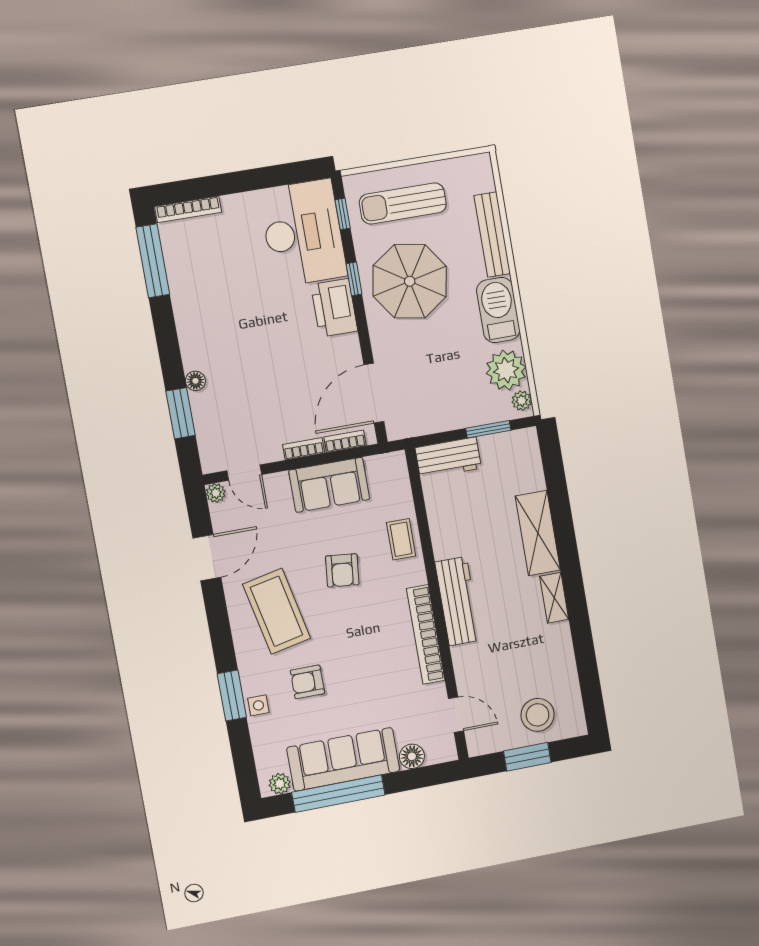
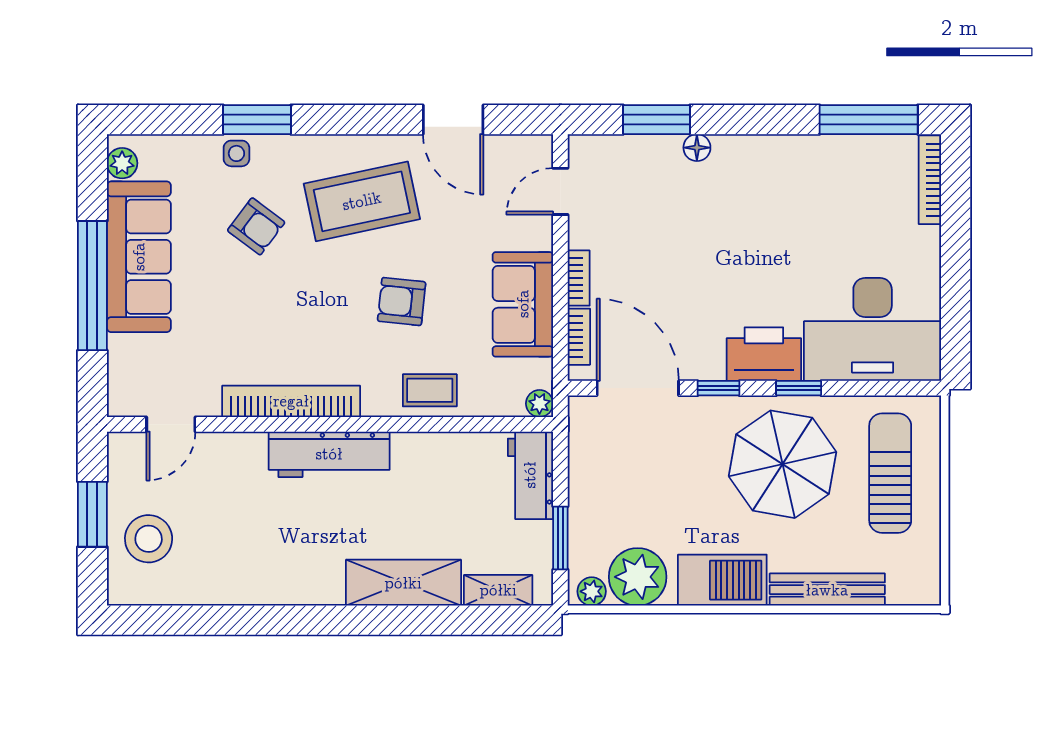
window: (343, 214) -> (718, 388), moved
plant: (216, 493) -> (539, 404), moved
shelving: (554, 598) -> (498, 590), moved
armchair: (307, 682) -> (256, 226), turned 127
floor lamp: (412, 756) -> (124, 353), removed
window: (338, 794) -> (92, 286), moved

